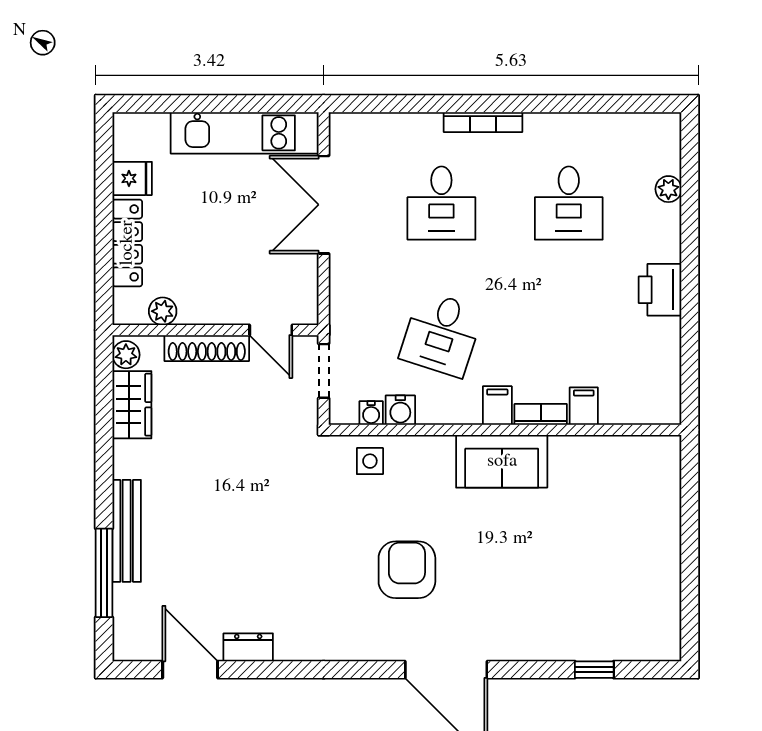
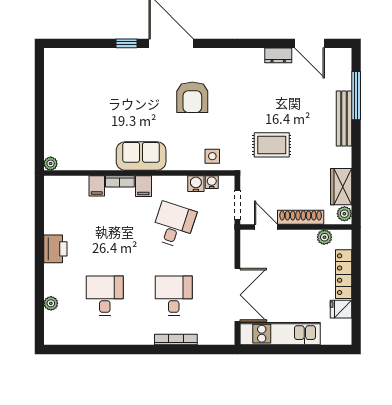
bookcase: (483, 122) -> (176, 340), moved
plant: (669, 447) -> (51, 164), added
rug: (260, 482) -> (272, 145), added
window: (594, 670) -> (127, 43), moved

